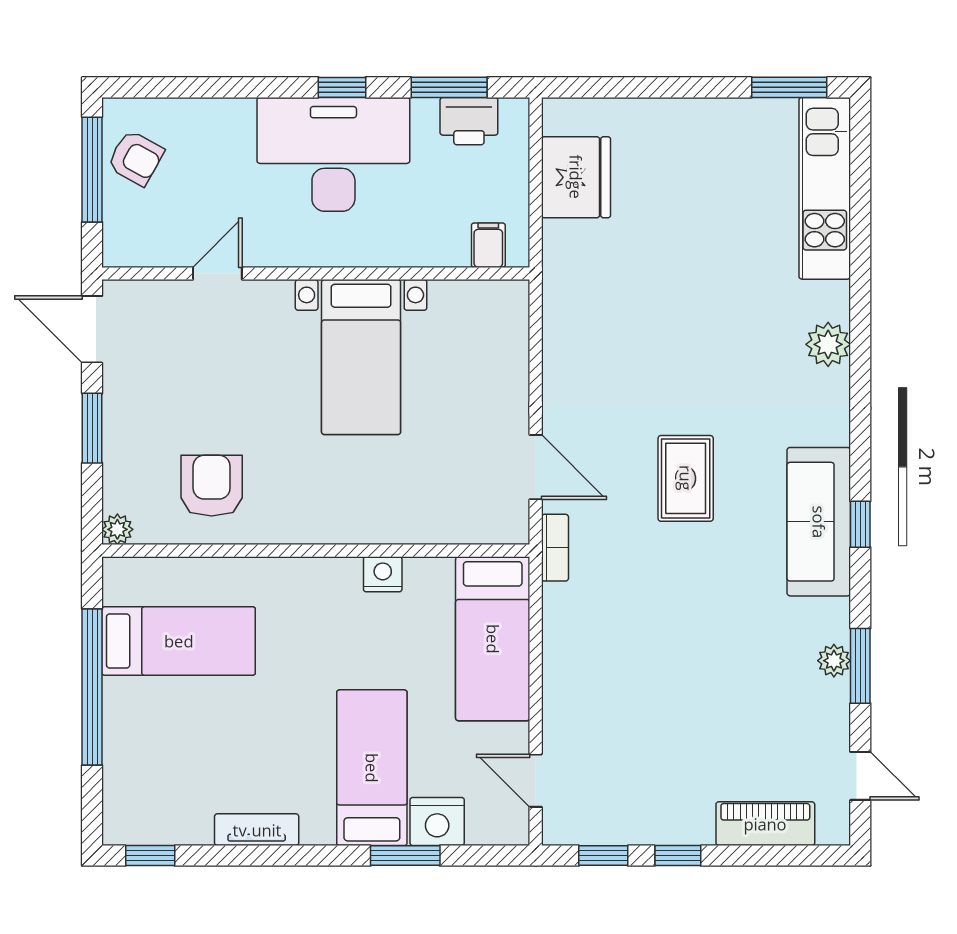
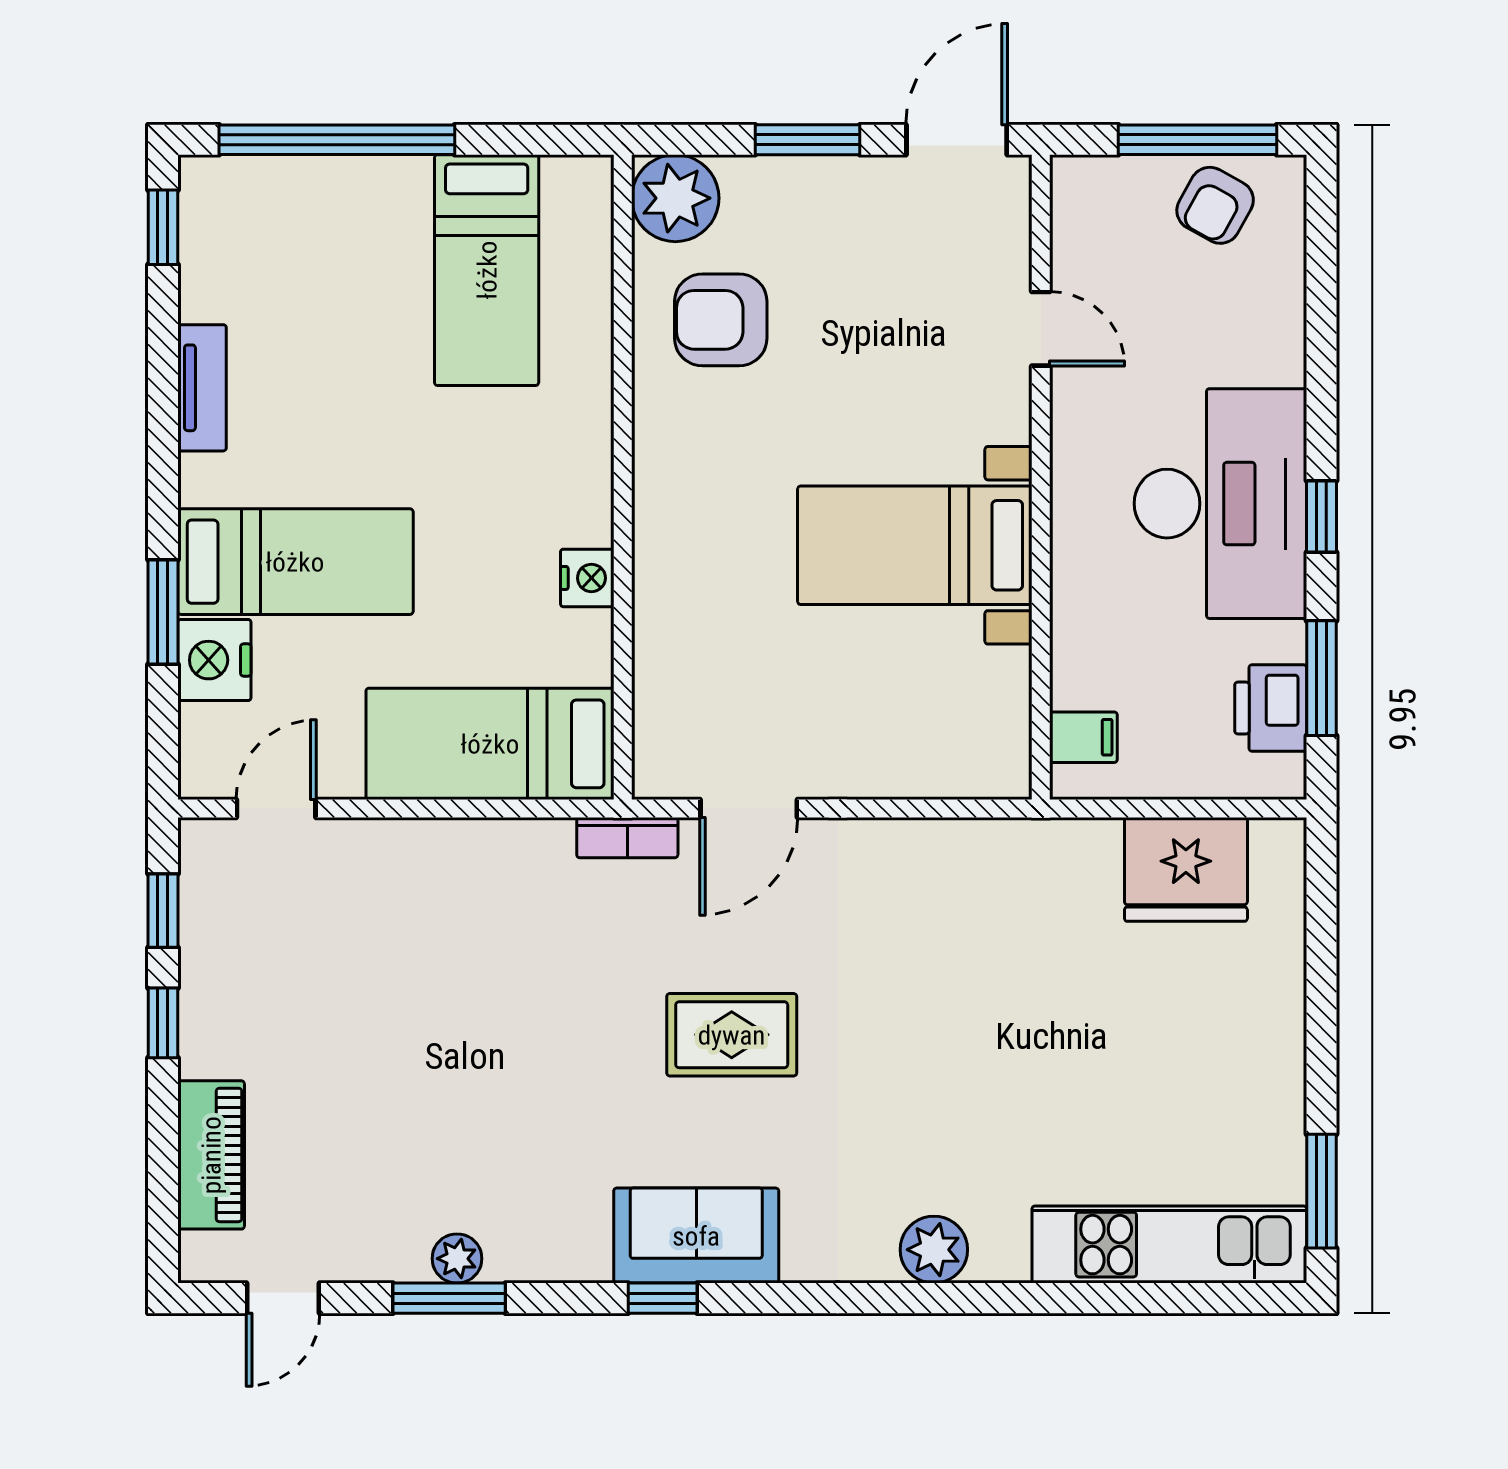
armchair: (212, 486) -> (721, 320), turned 180
sofa: (819, 522) -> (696, 1236), width x0.73
plant: (117, 529) -> (675, 198), width x1.88, depth x1.88
window: (92, 687) -> (337, 140), moved

